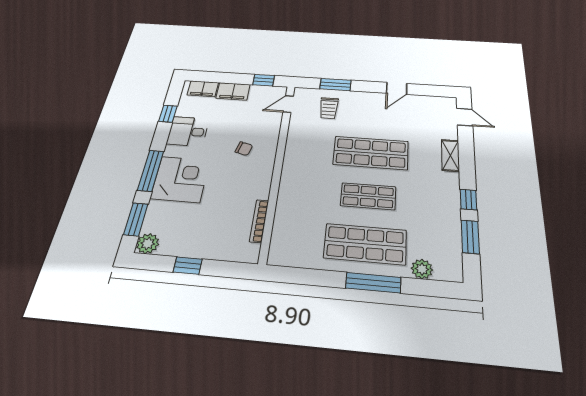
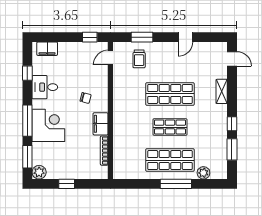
filing cabinet: (233, 91) -> (101, 124), moved, turned 90

